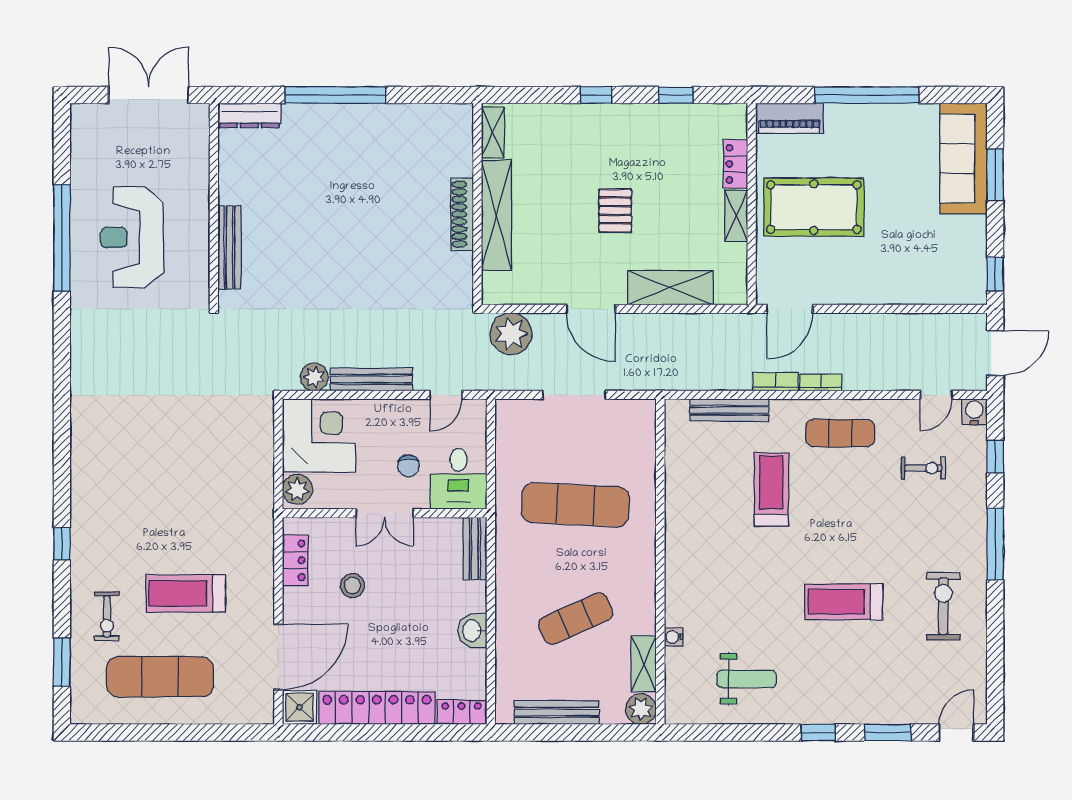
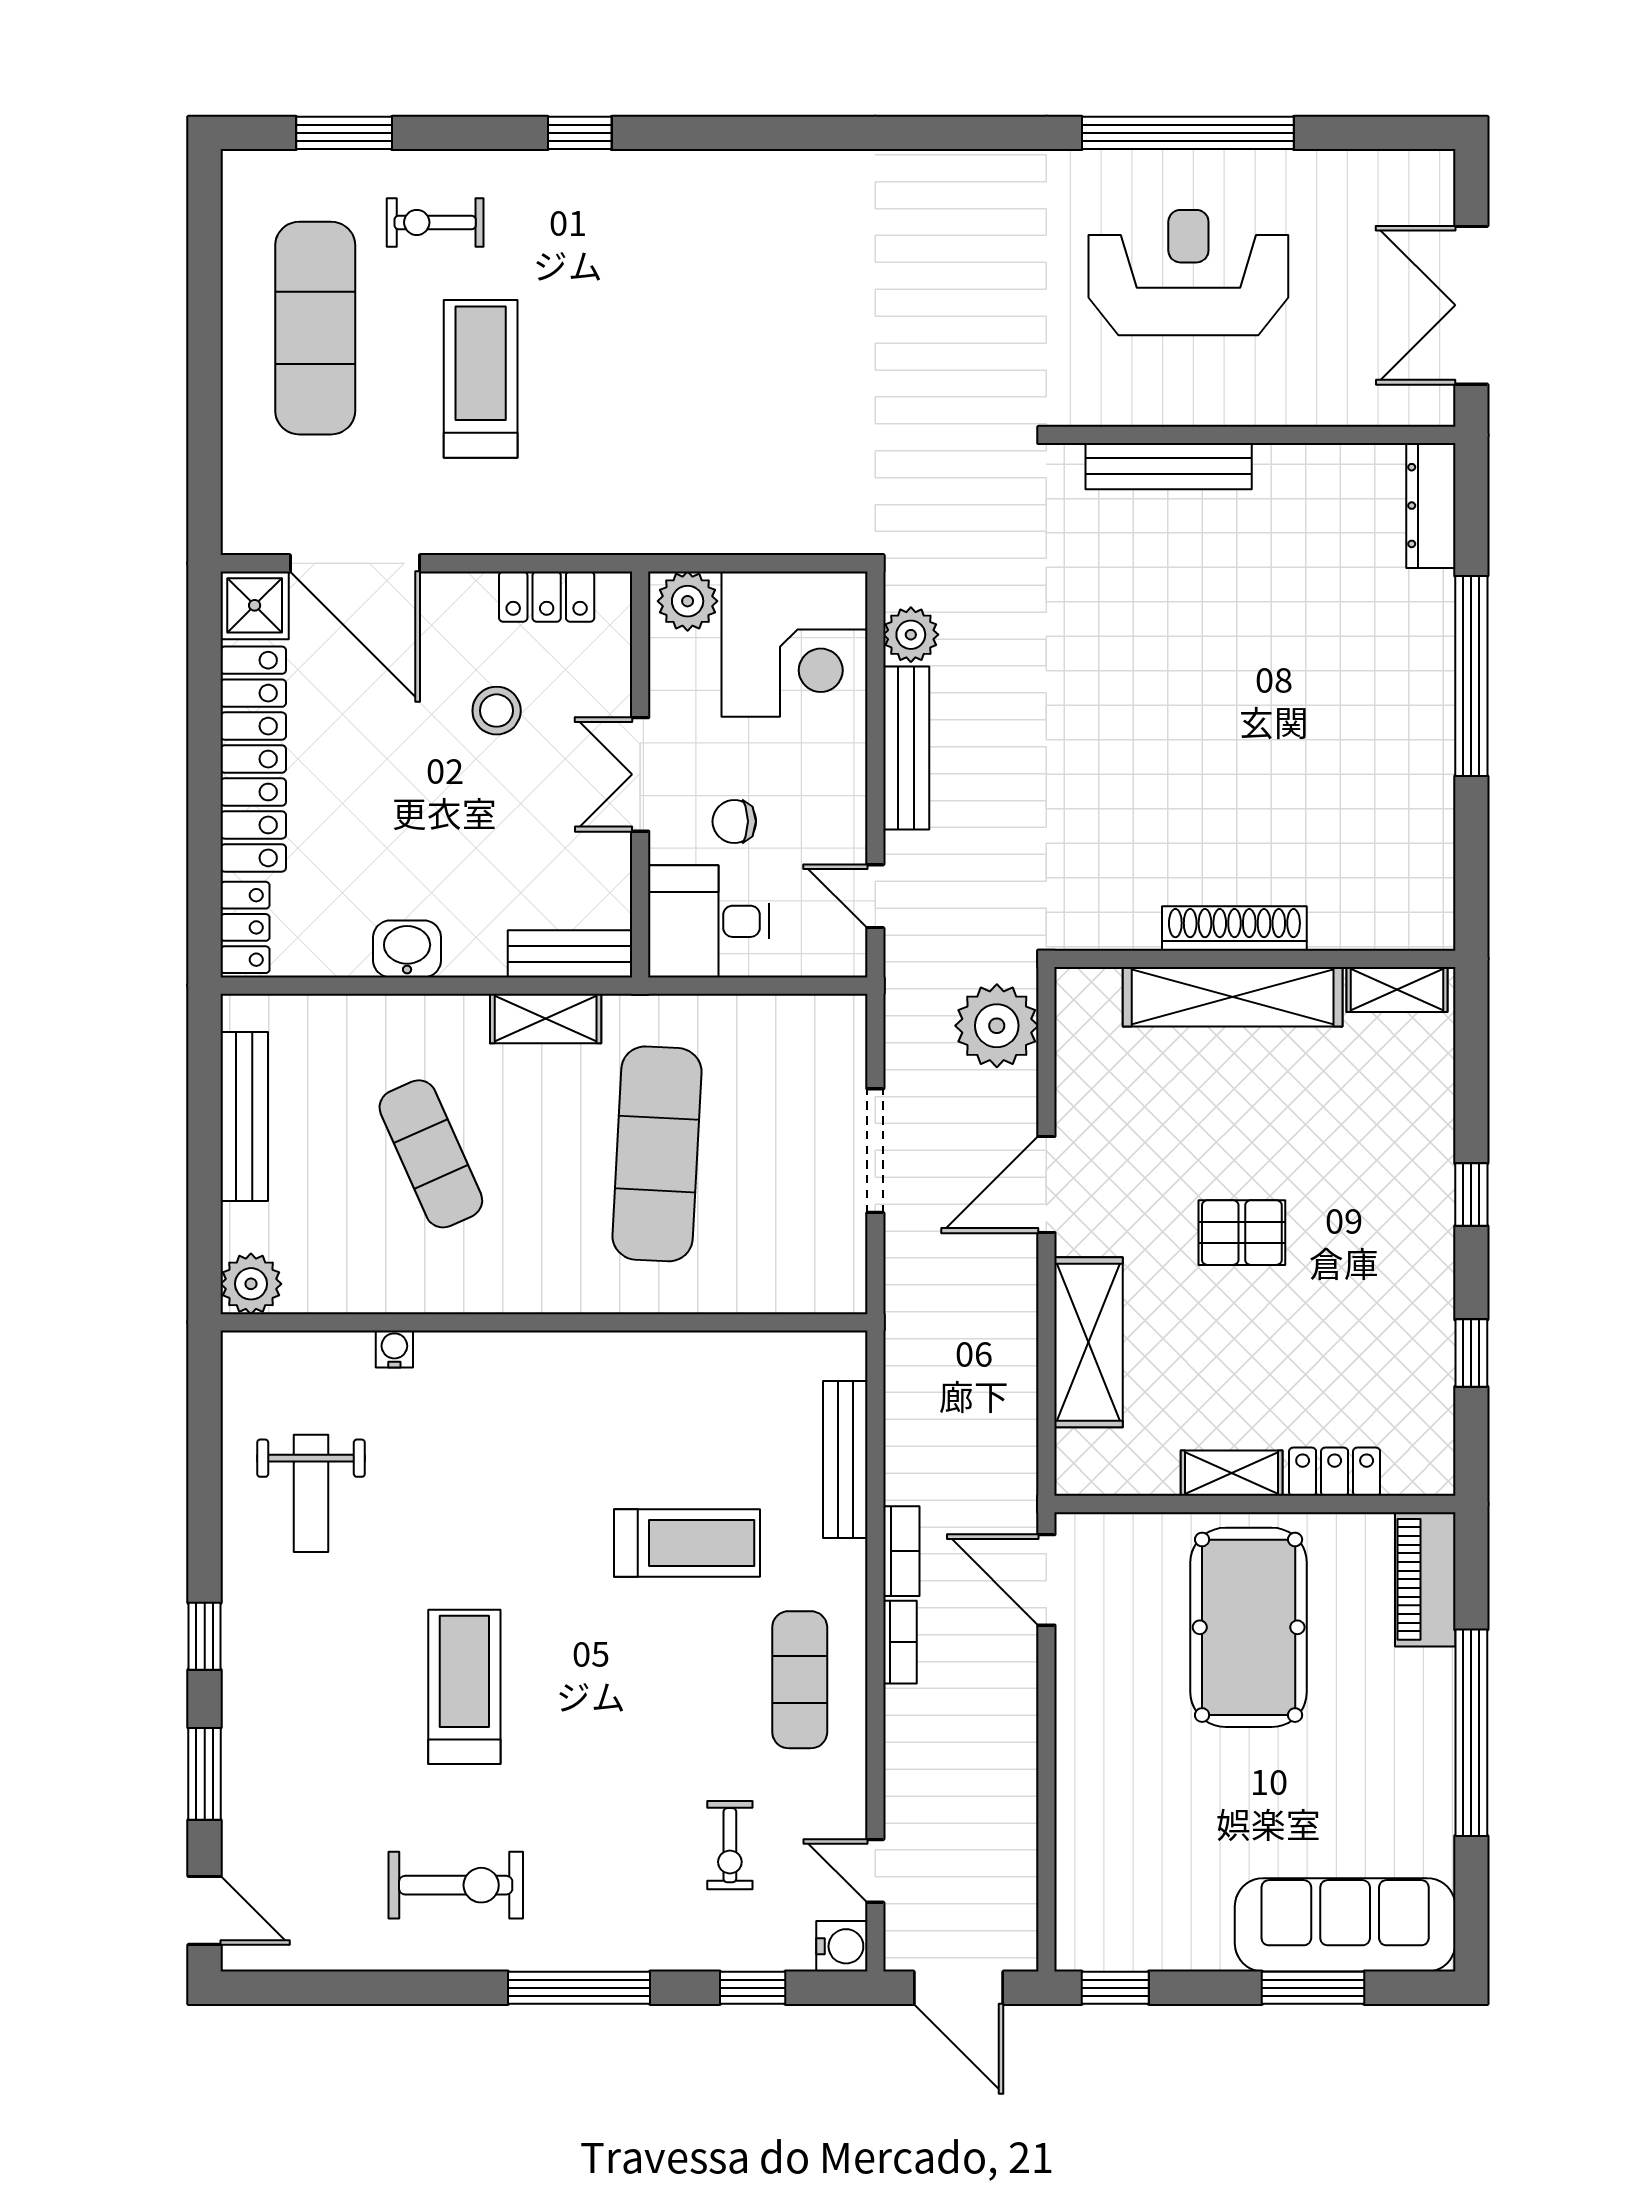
double door: (149, 95) -> (1471, 305), swing flipped
shelving: (644, 664) -> (546, 1019), moved

